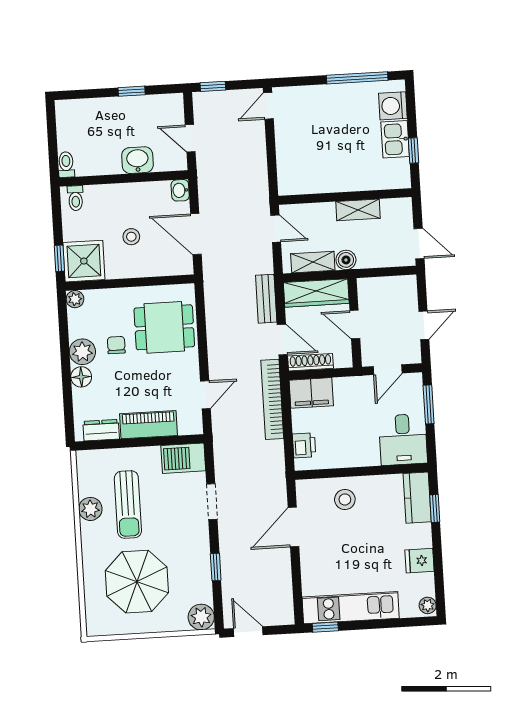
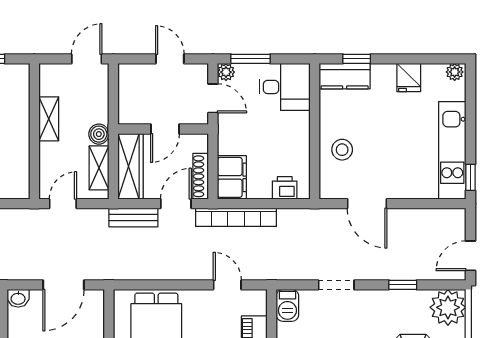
plant: (414, 381) -> (226, 72), added
barbecue: (183, 458) -> (287, 305), width x0.73, depth x0.79
plant: (201, 617) -> (448, 307), width x1.36, depth x1.36

